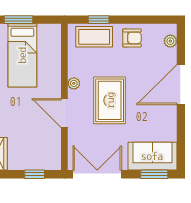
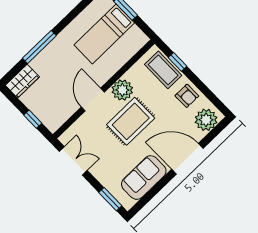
plant: (170, 41) -> (206, 120), width x1.88, depth x1.88
plant: (74, 83) -> (122, 90), width x1.88, depth x1.88
sofa: (152, 156) -> (144, 178), moved, turned -90
double door: (97, 174) -> (73, 161), width x0.73

